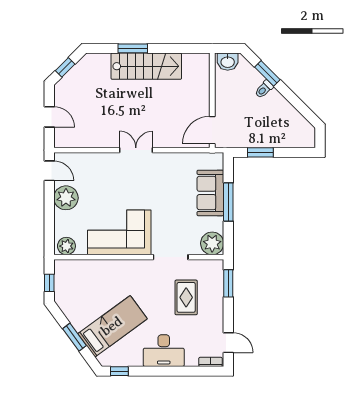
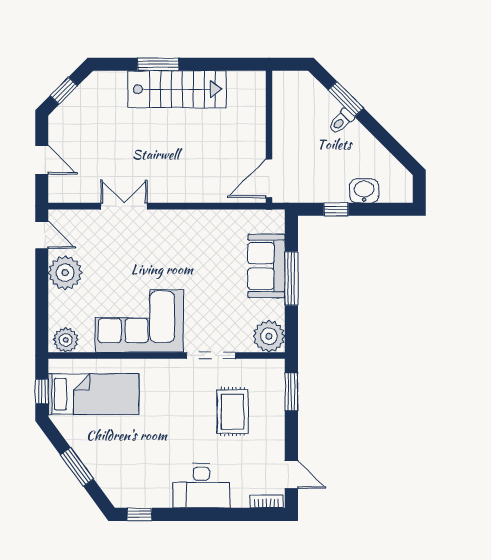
washbasin: (228, 62) -> (364, 191), moved, turned 180
double door: (136, 150) -> (124, 206), moved
window: (260, 152) -> (336, 209), width x0.67
bed: (112, 326) -> (93, 394), moved, turned 36

